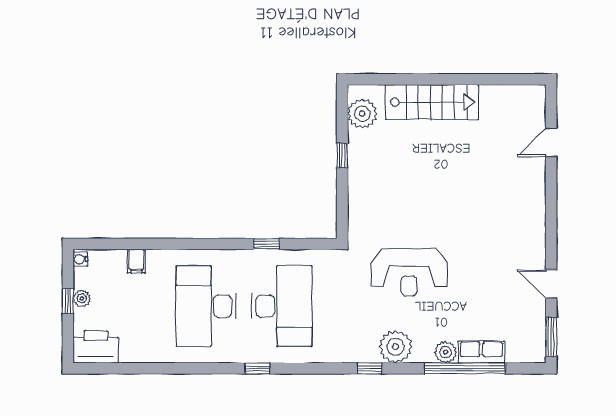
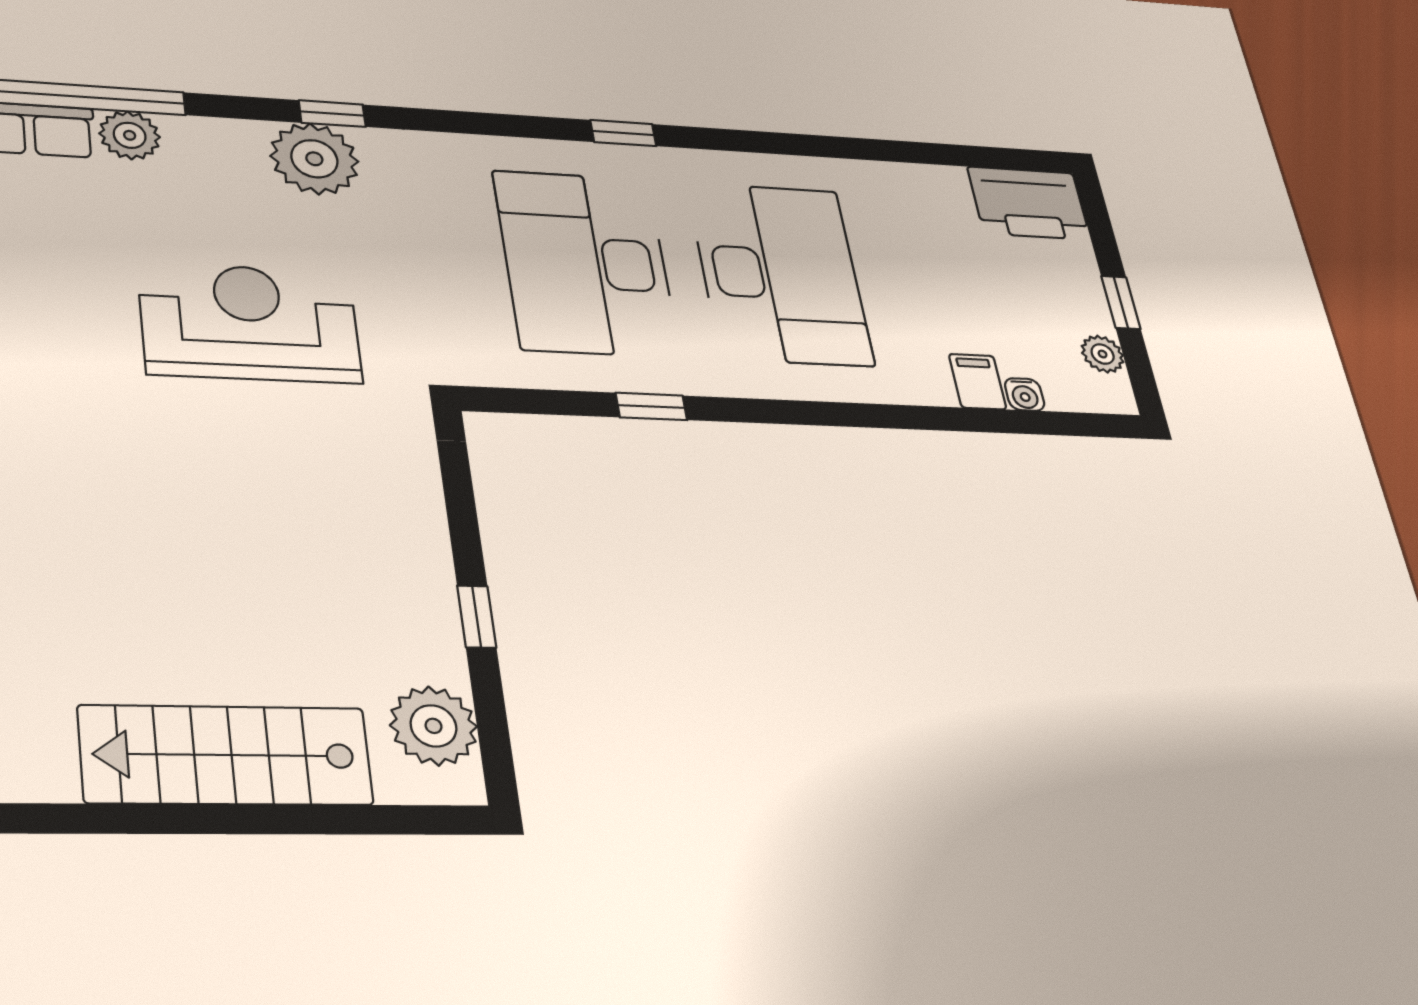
water cooler: (80, 259) -> (1025, 395), moved, turned 90
plant: (82, 298) -> (1103, 354), moved
plant: (395, 347) -> (314, 159), moved

